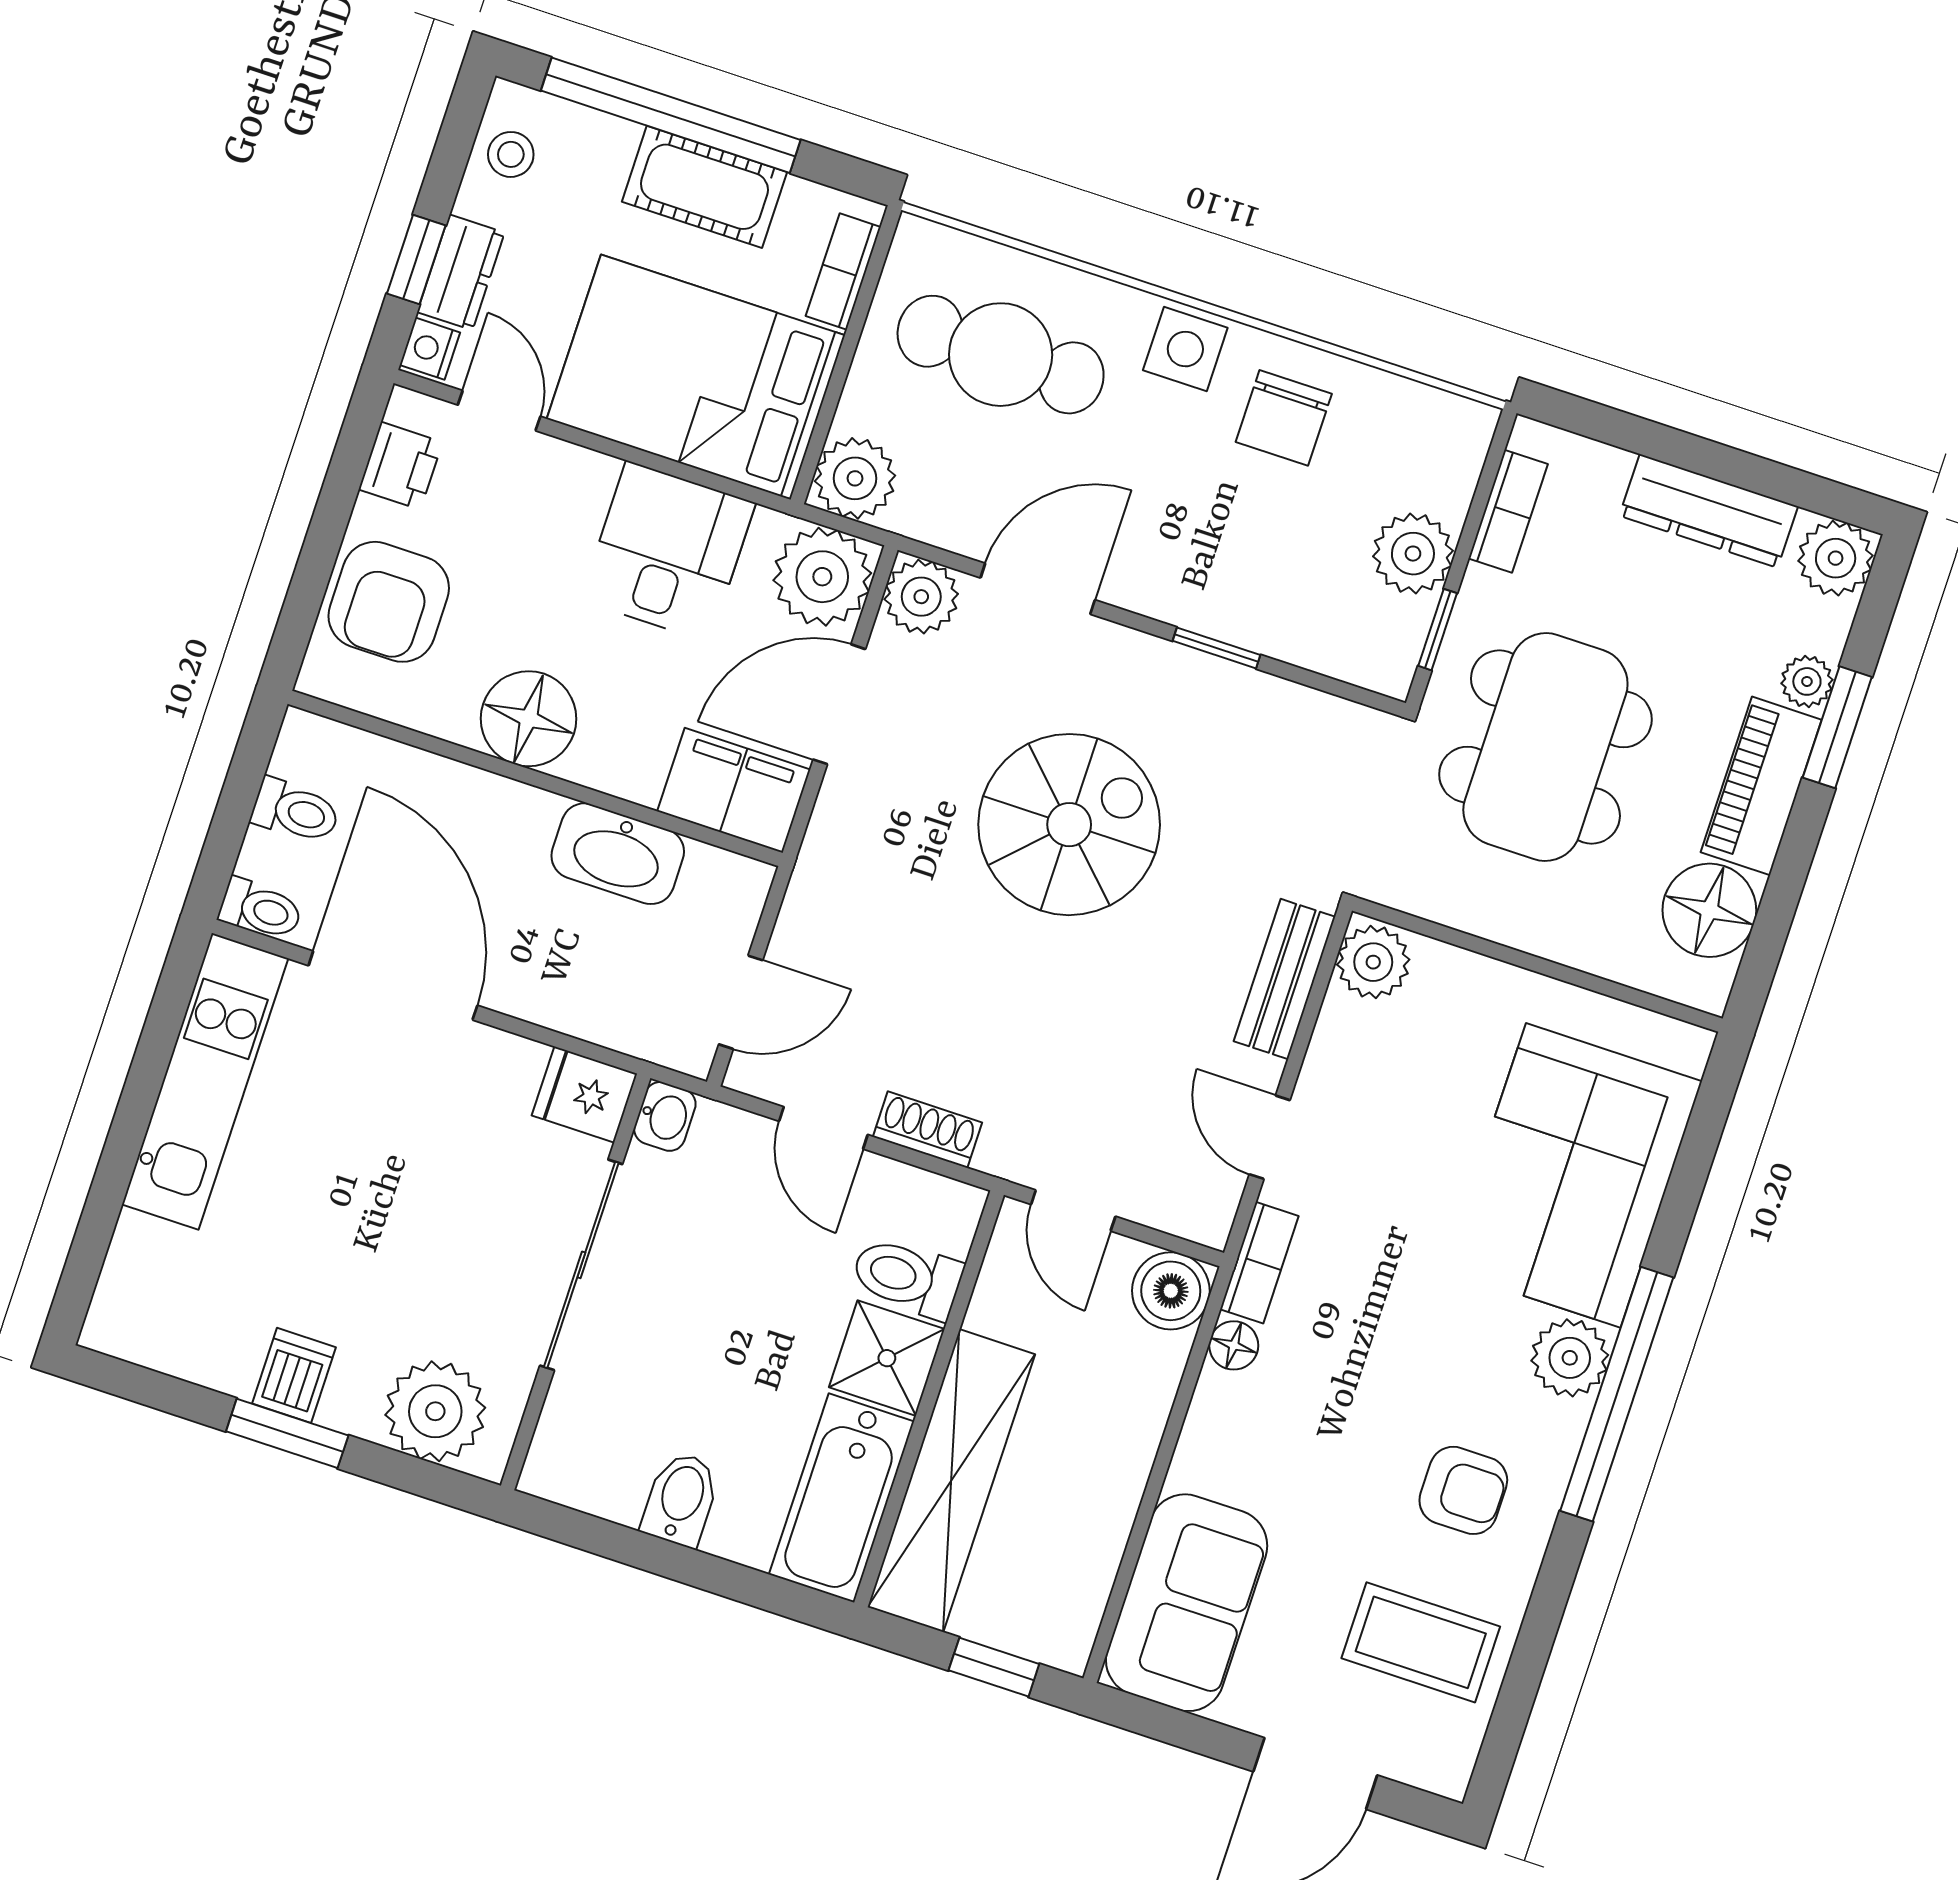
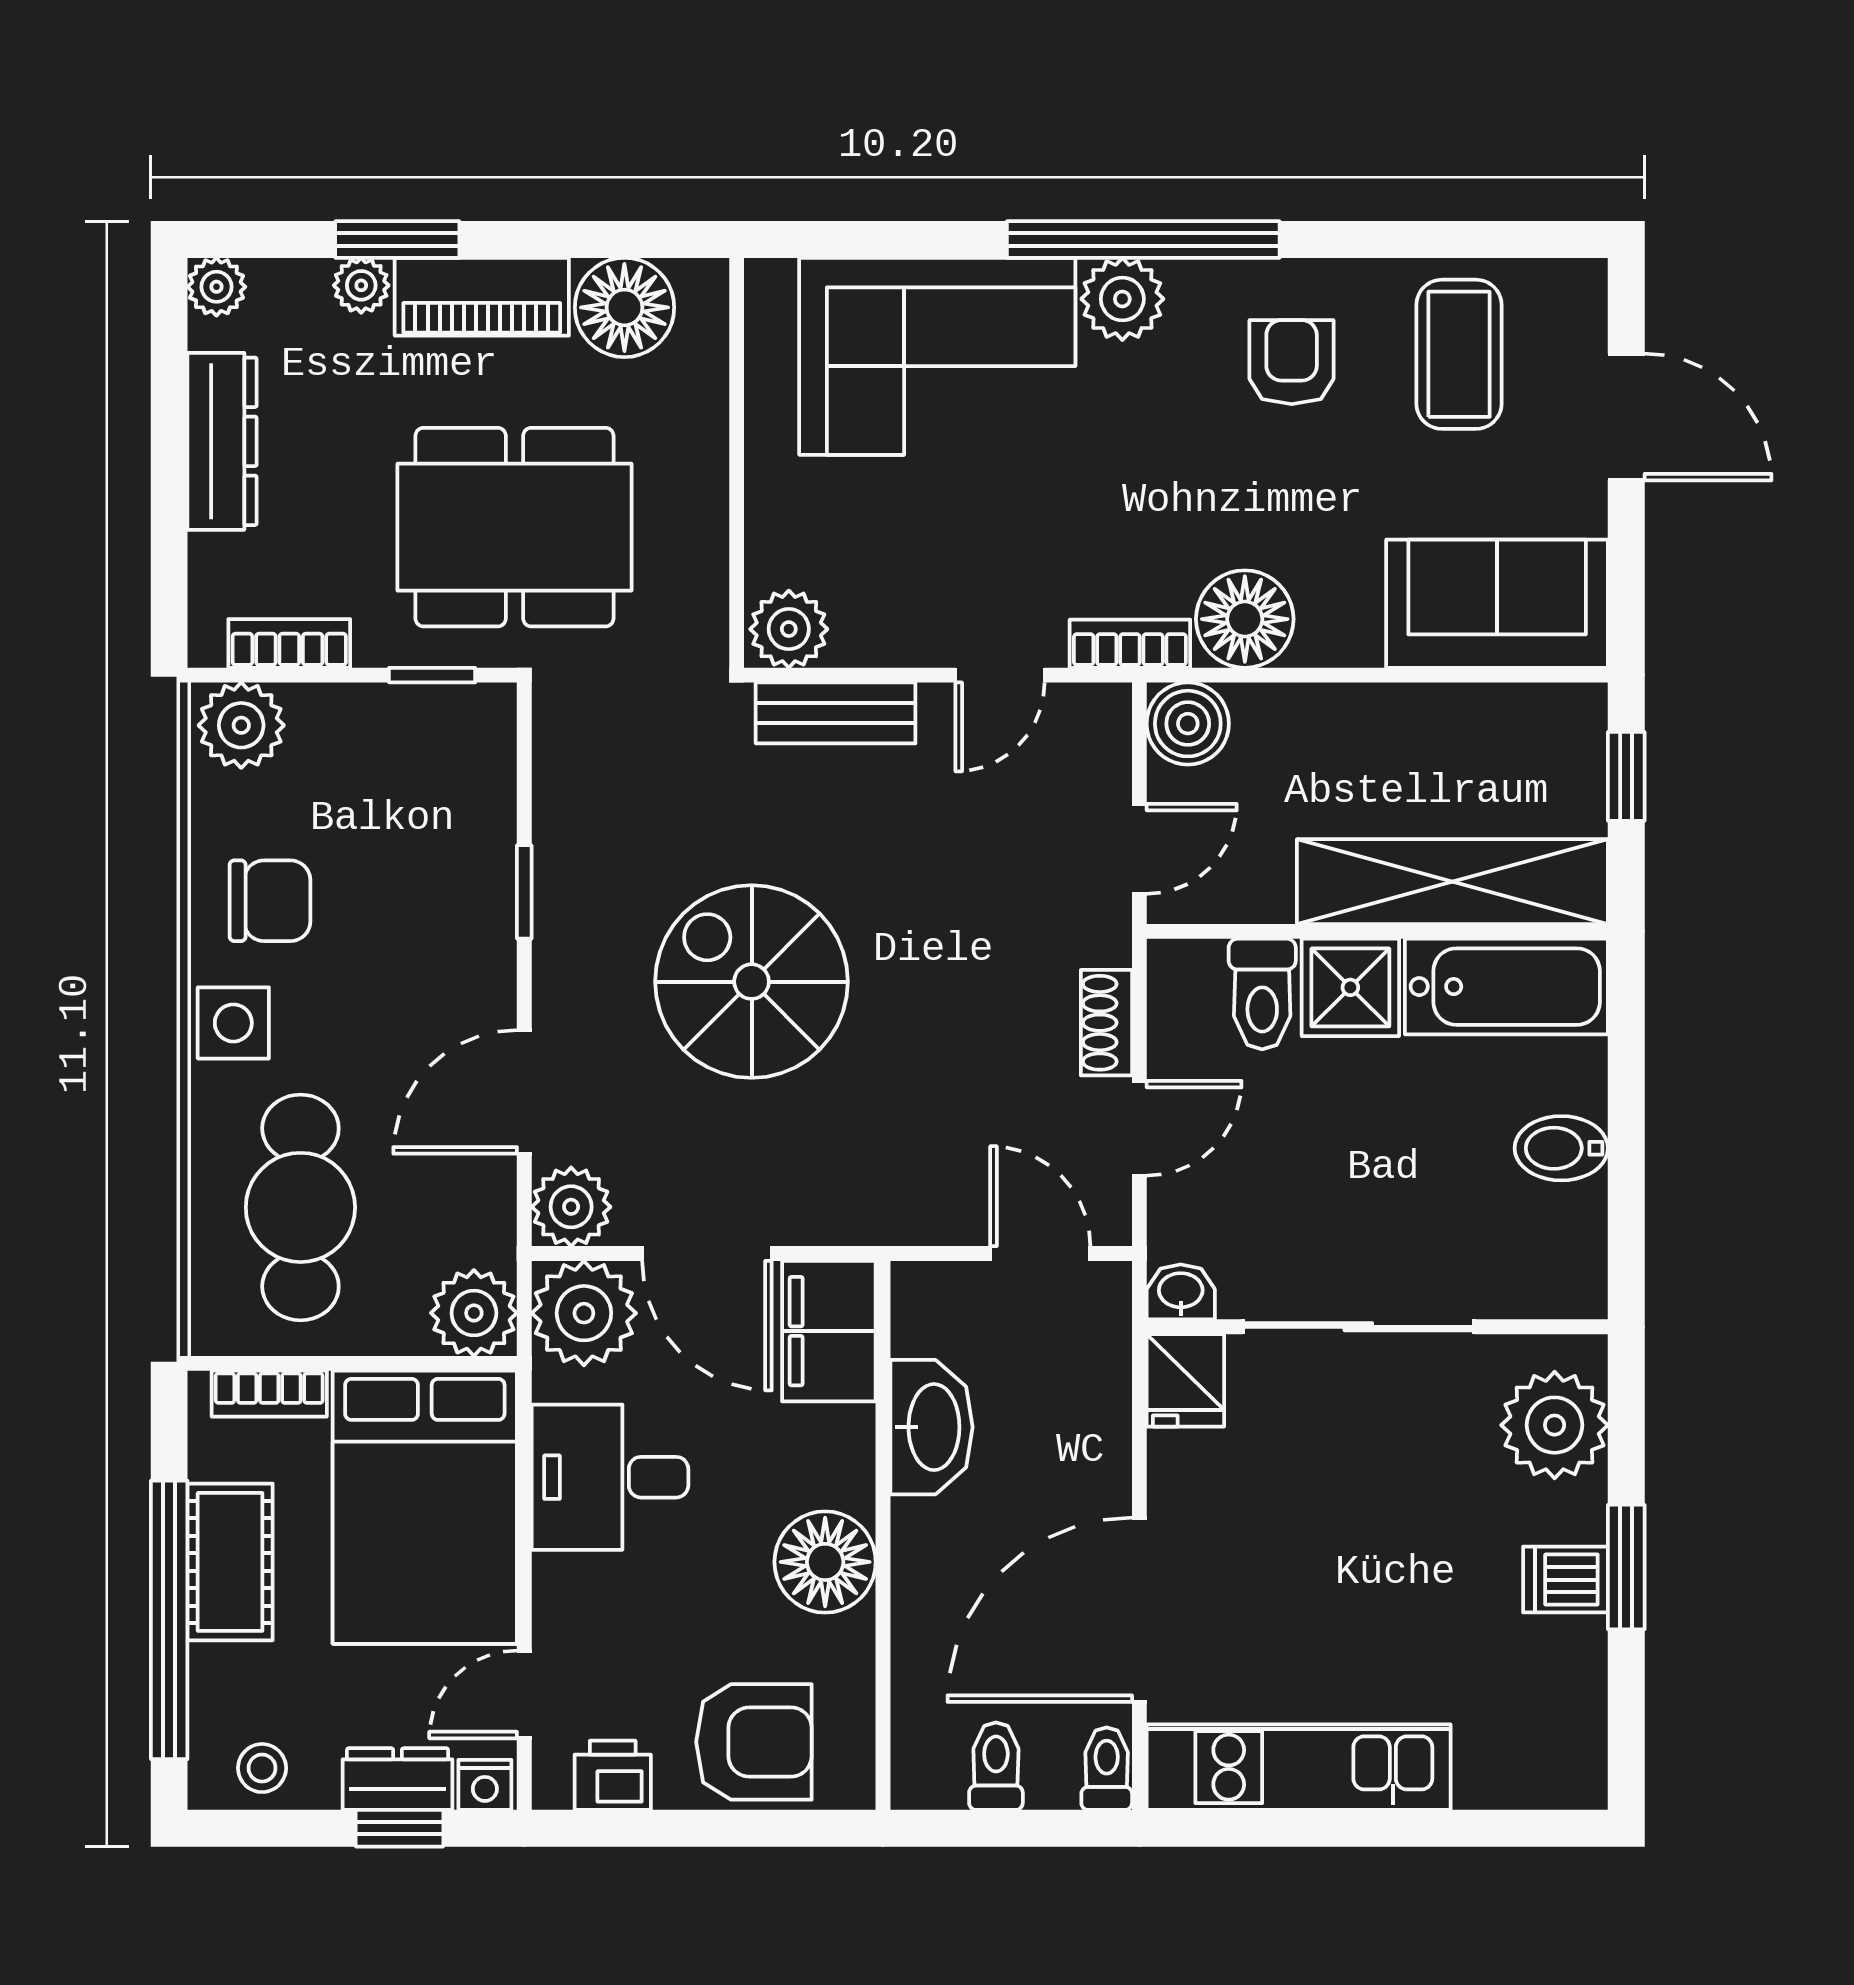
plant: (1413, 554) -> (241, 725), moved
plant: (1836, 558) -> (216, 287), width x0.73, depth x0.73
door: (1038, 589) -> (524, 1092), hinge flipped
floor lamp: (1234, 1345) -> (1245, 619), width x1.89, depth x1.89

